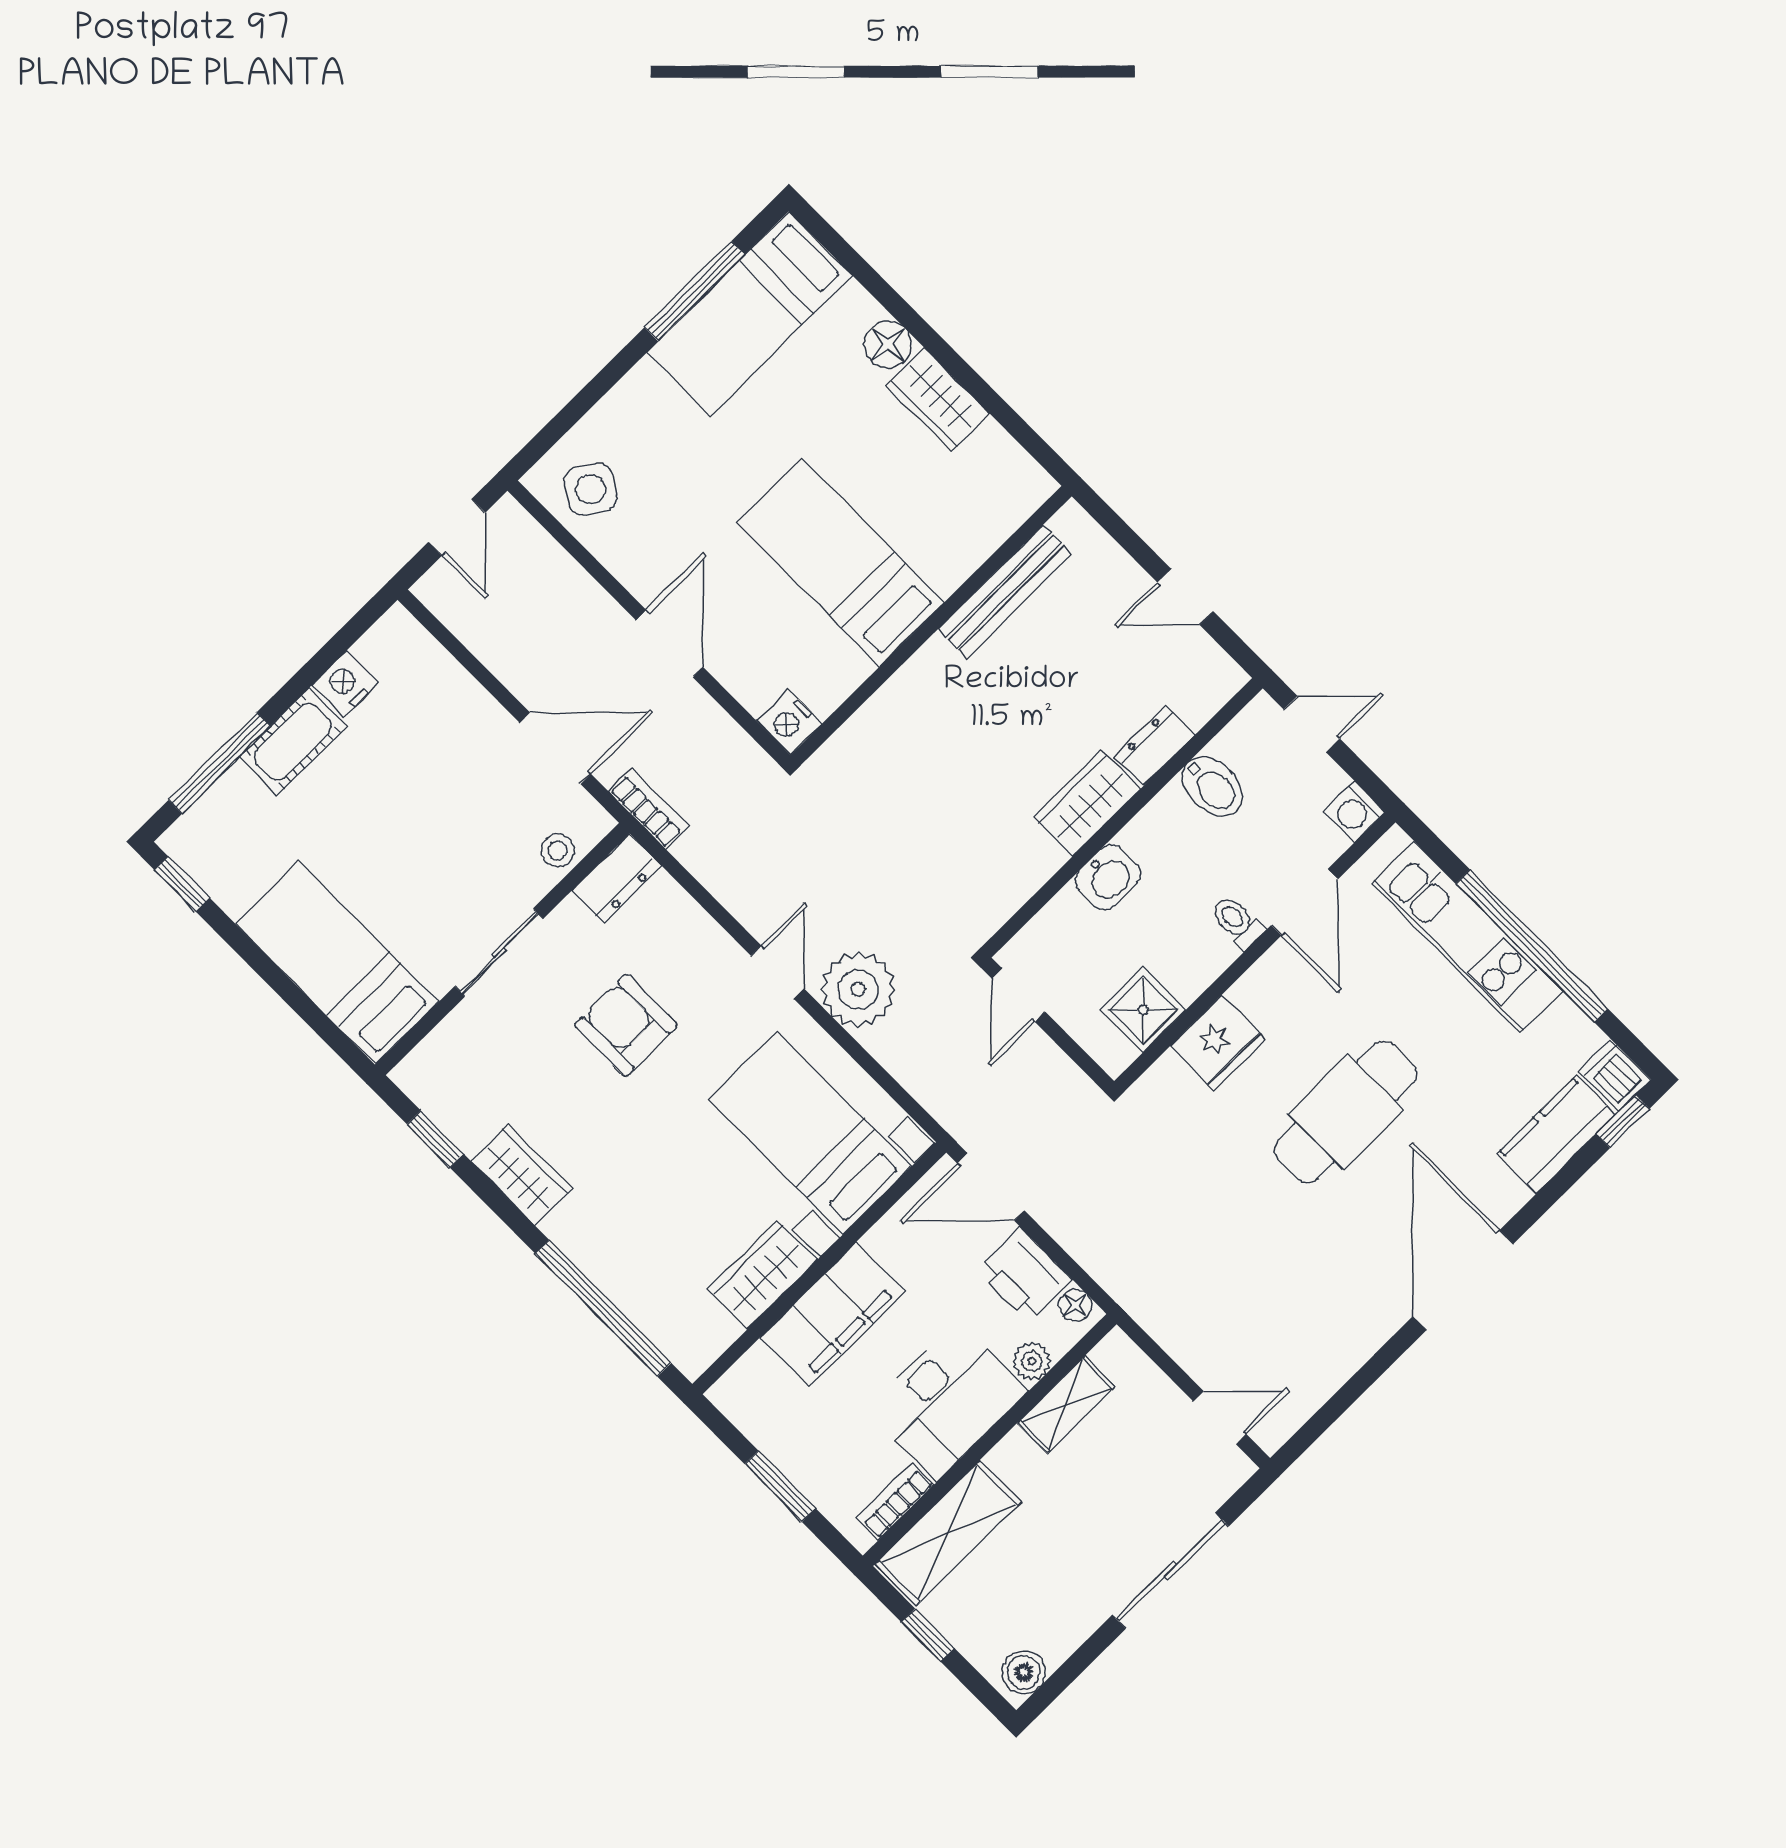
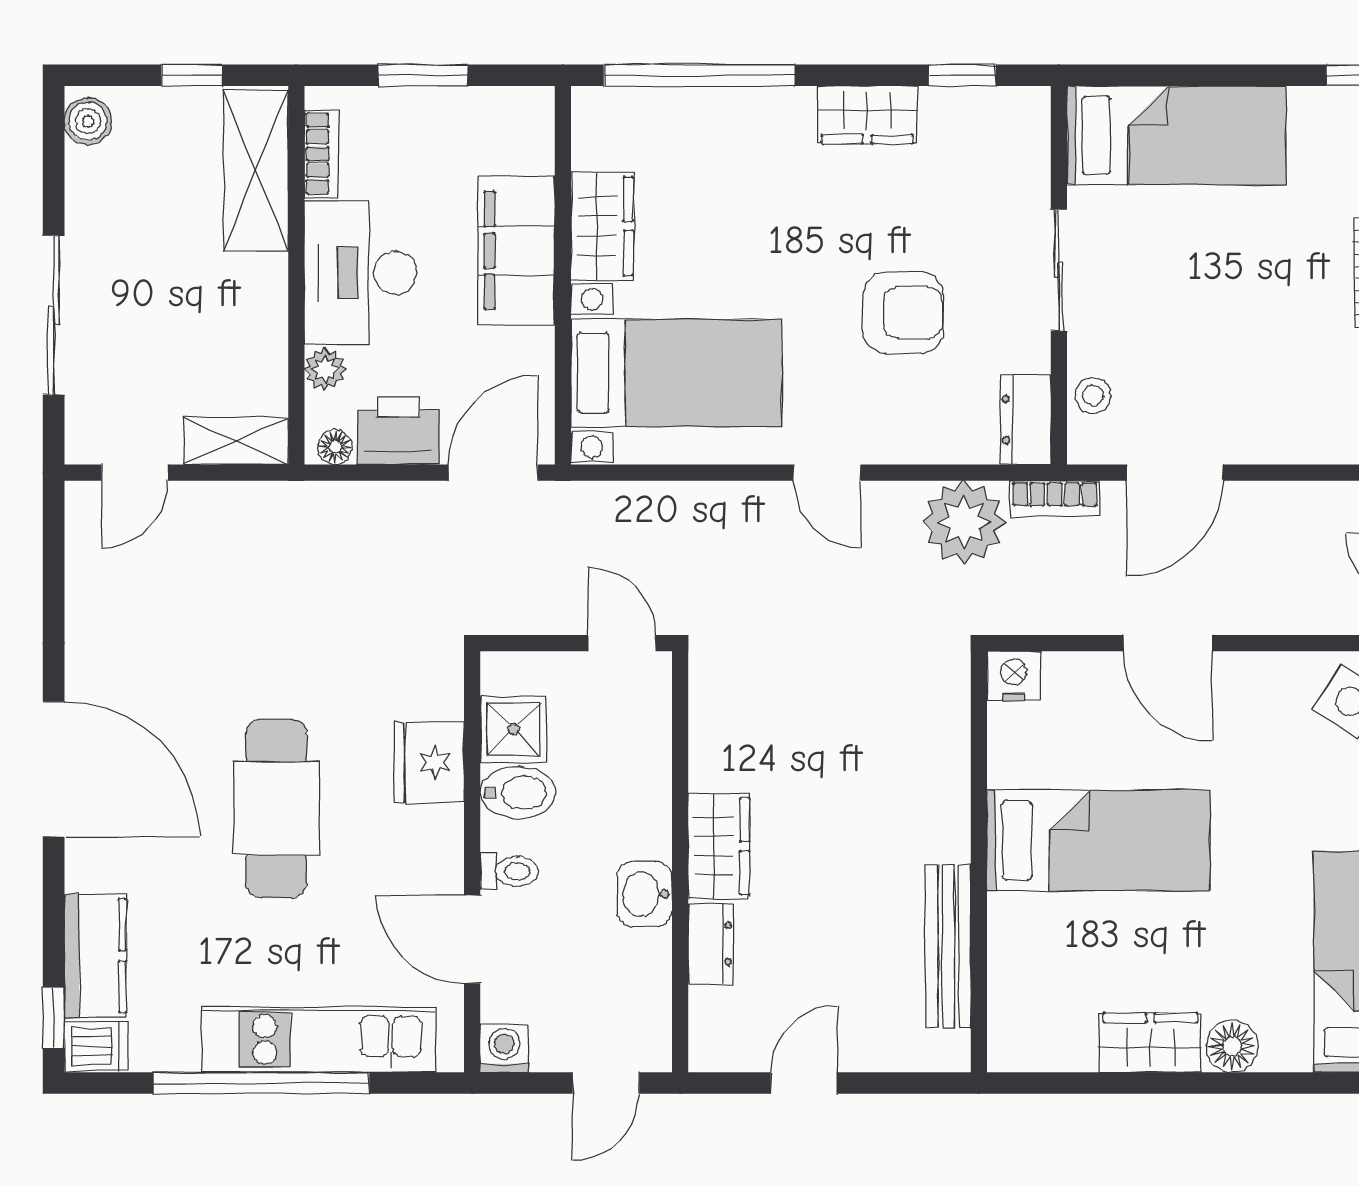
bidet: (1212, 786) -> (518, 793), moved, turned 180
washbasin: (1108, 877) -> (645, 894), moved
plant: (858, 989) -> (964, 522), moved
shelving: (1066, 1405) -> (236, 441), moved, turned 90

